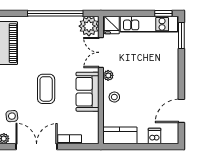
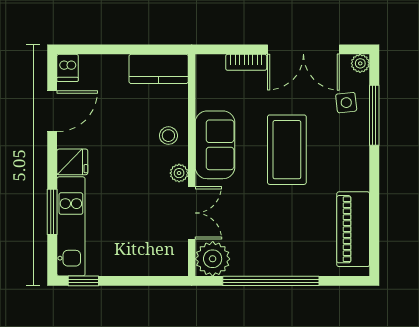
kitchen unit: (149, 24) -> (71, 226), moved, turned 90
fridge: (112, 25) -> (72, 162), moved, turned 90
window: (181, 35) -> (52, 212), moved
coffee table: (46, 89) -> (287, 150), width x1.36, depth x1.32
dishwasher: (155, 136) -> (68, 68), moved

